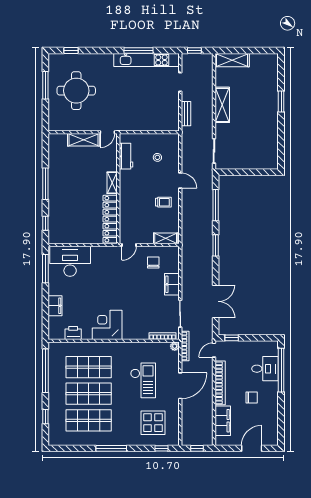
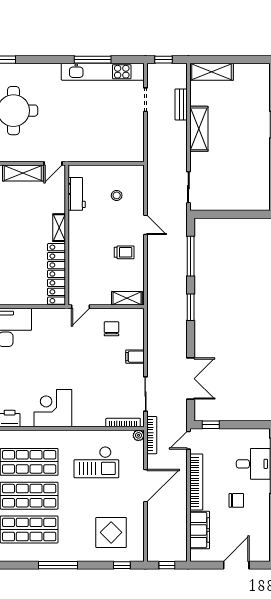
bench: (186, 114) -> (181, 104), moved
filing cabinet: (172, 284) -> (135, 357), width x0.50
checkout: (143, 380) -> (96, 462), moved, turned 90

